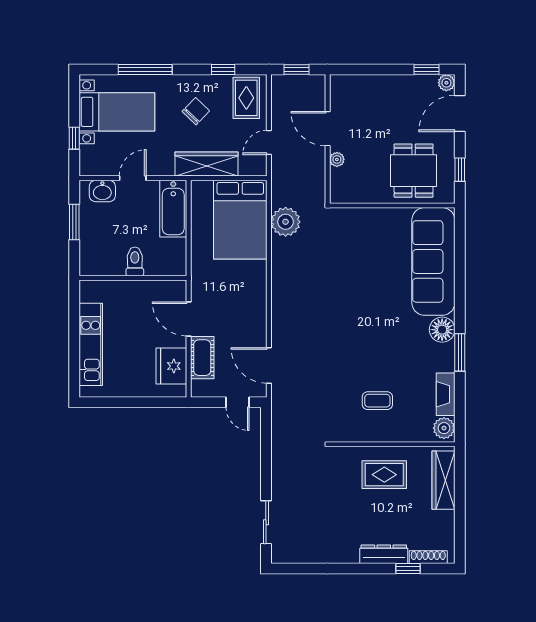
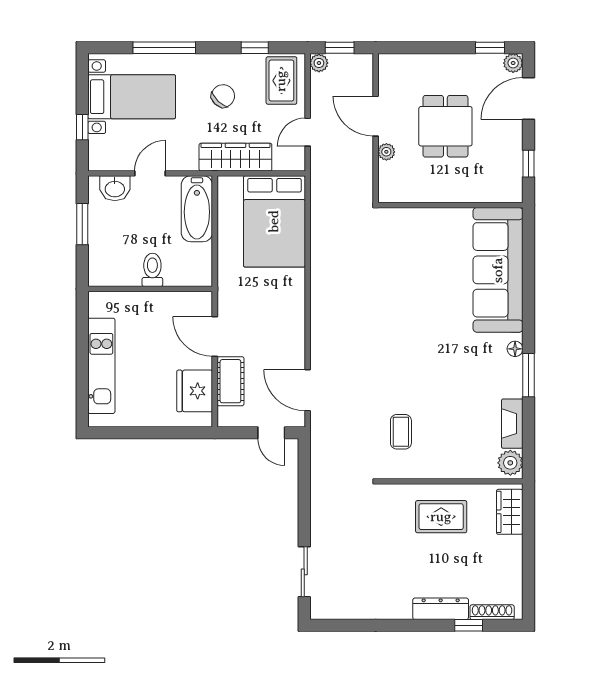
dining table: (414, 171) -> (445, 126), moved
plant: (286, 222) -> (319, 63), moved, width x0.53, depth x0.53
floor lamp: (442, 330) -> (515, 349), width x0.53, depth x0.53
coffee table: (377, 401) -> (401, 432), moved, turned 90
wardrobe: (443, 480) -> (510, 512), width x0.67

